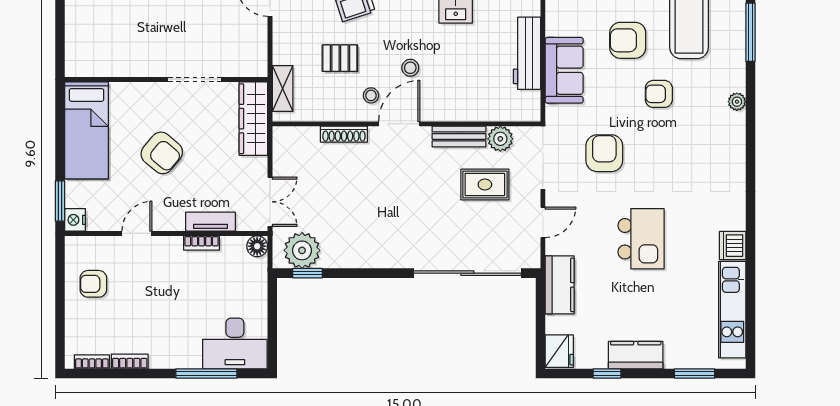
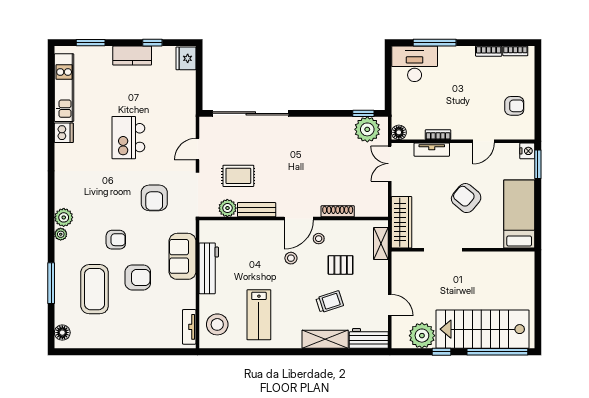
plant: (733, 125) -> (64, 217), added
kitchen counter: (560, 285) -> (186, 105), removed

